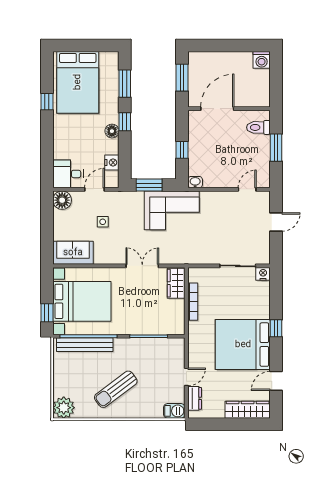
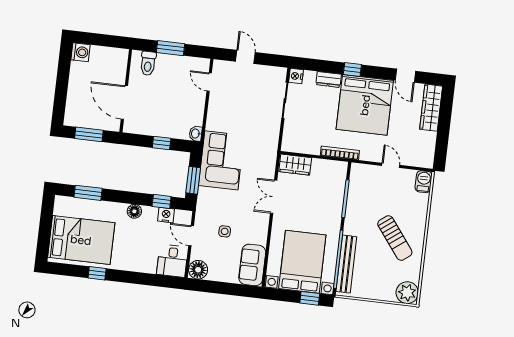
window: (125, 122) -> (162, 201), moved
bookcase: (193, 302) -> (340, 153), moved
dresser: (195, 398) -> (329, 80), moved, turned 180

